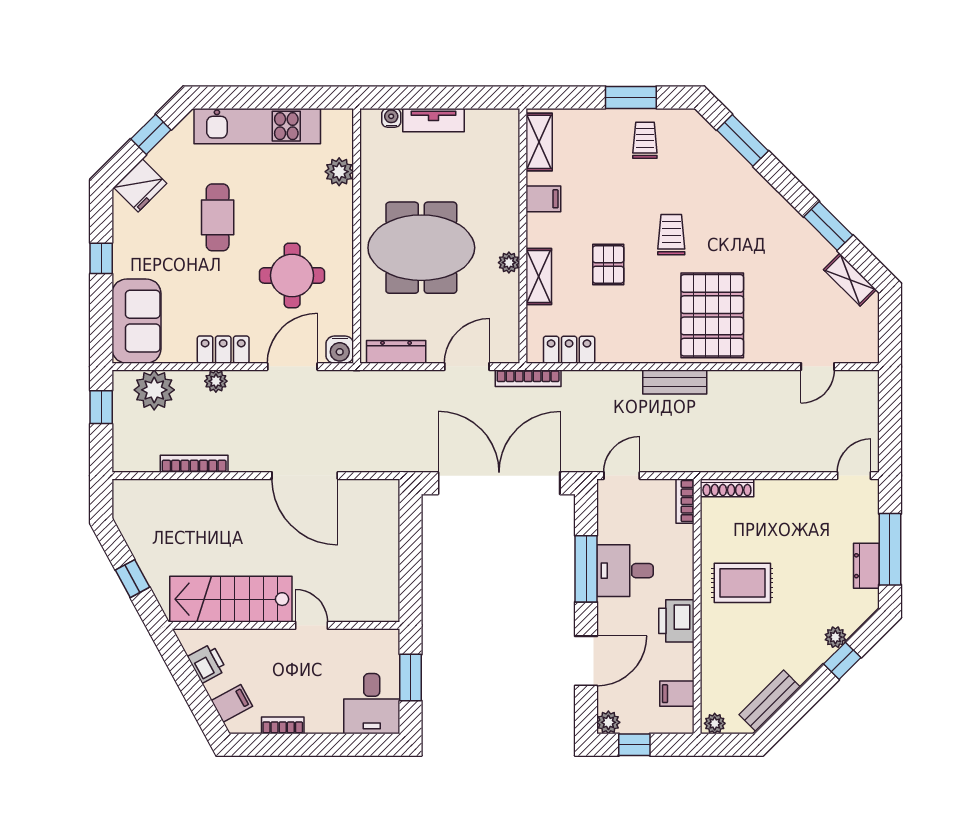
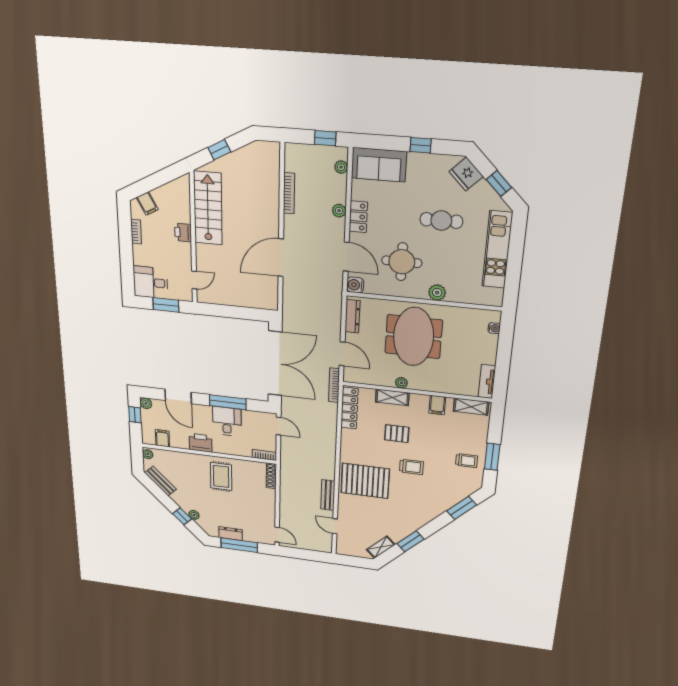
tv unit: (434, 120) -> (487, 382), moved
plant: (339, 172) -> (437, 293), moved
locker: (569, 350) -> (349, 408), width x1.53
bench: (675, 382) -> (328, 495), moved
plant: (154, 390) -> (341, 167), width x0.53, depth x0.53
door: (312, 625) -> (194, 280), moved
printer: (207, 663) -> (183, 233), moved, turned 119

